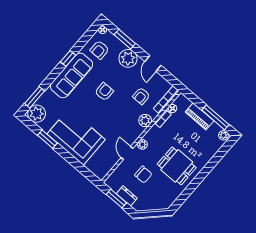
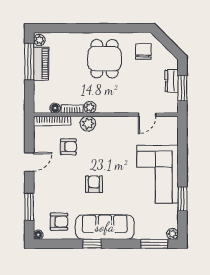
plant: (128, 58) -> (44, 189), removed
armchair: (104, 92) -> (94, 184), turned 90
plant: (37, 114) -> (173, 234), width x0.53, depth x0.53
piano: (200, 116) -> (41, 64), moved
plant: (142, 144) -> (90, 107), moved
door: (127, 153) -> (147, 115), moved
chair: (143, 175) -> (143, 51), moved

